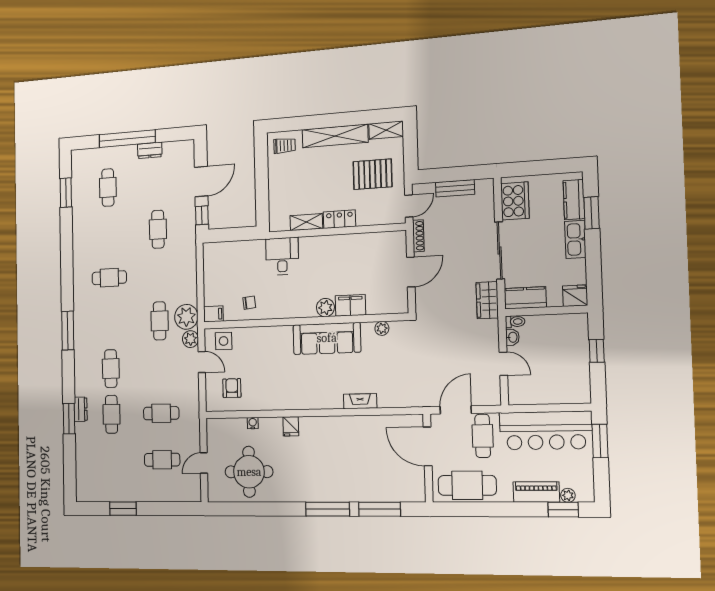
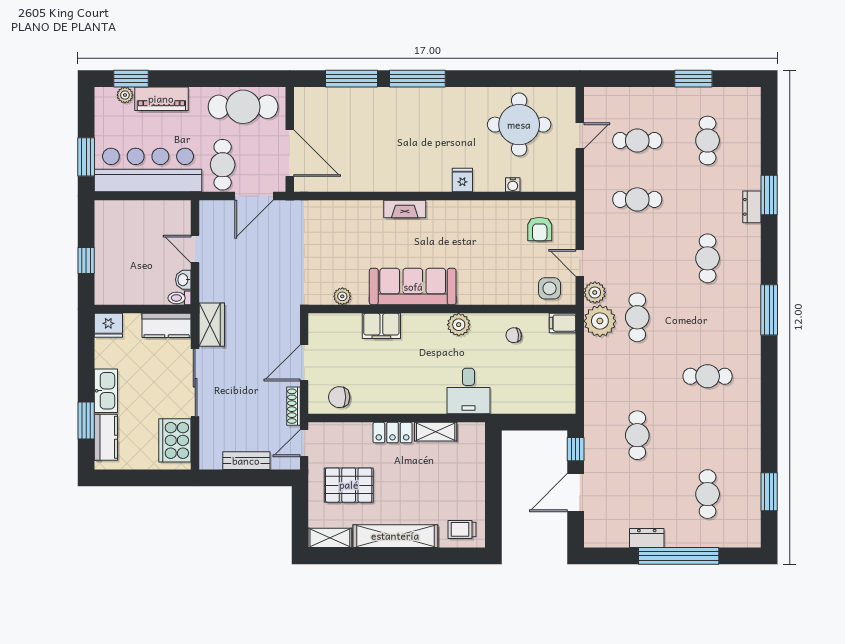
chair: (382, 245) -> (339, 397), added
plant: (325, 308) -> (459, 325), moved
fireplace: (360, 401) -> (405, 209), moved
cafe table: (111, 414) -> (708, 141), moved

